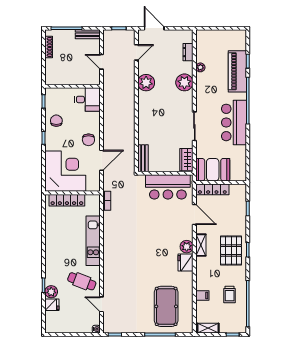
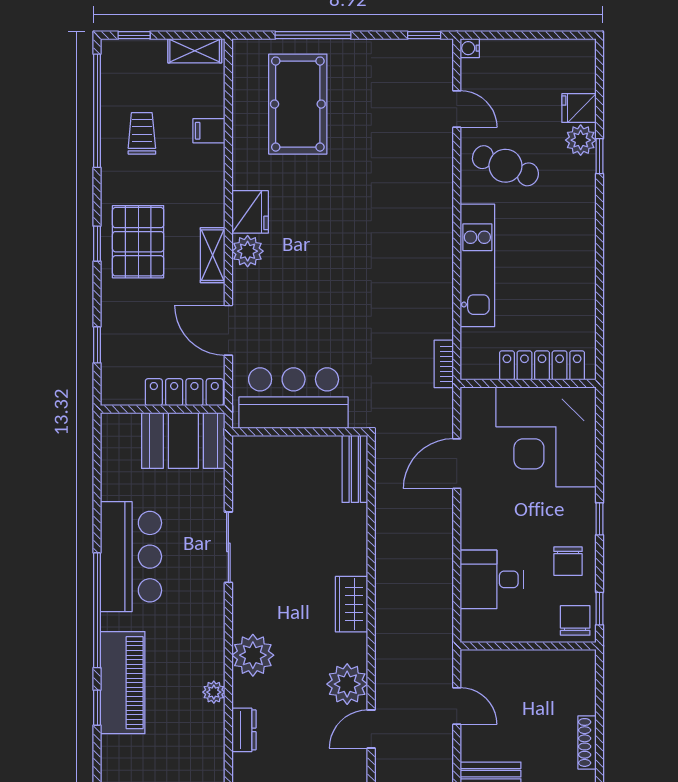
plant: (146, 83) -> (347, 684), moved
desk: (87, 99) -> (492, 579), moved
chair: (88, 140) -> (575, 620), moved
wardrobe: (186, 160) -> (352, 604), moved, turned 180

